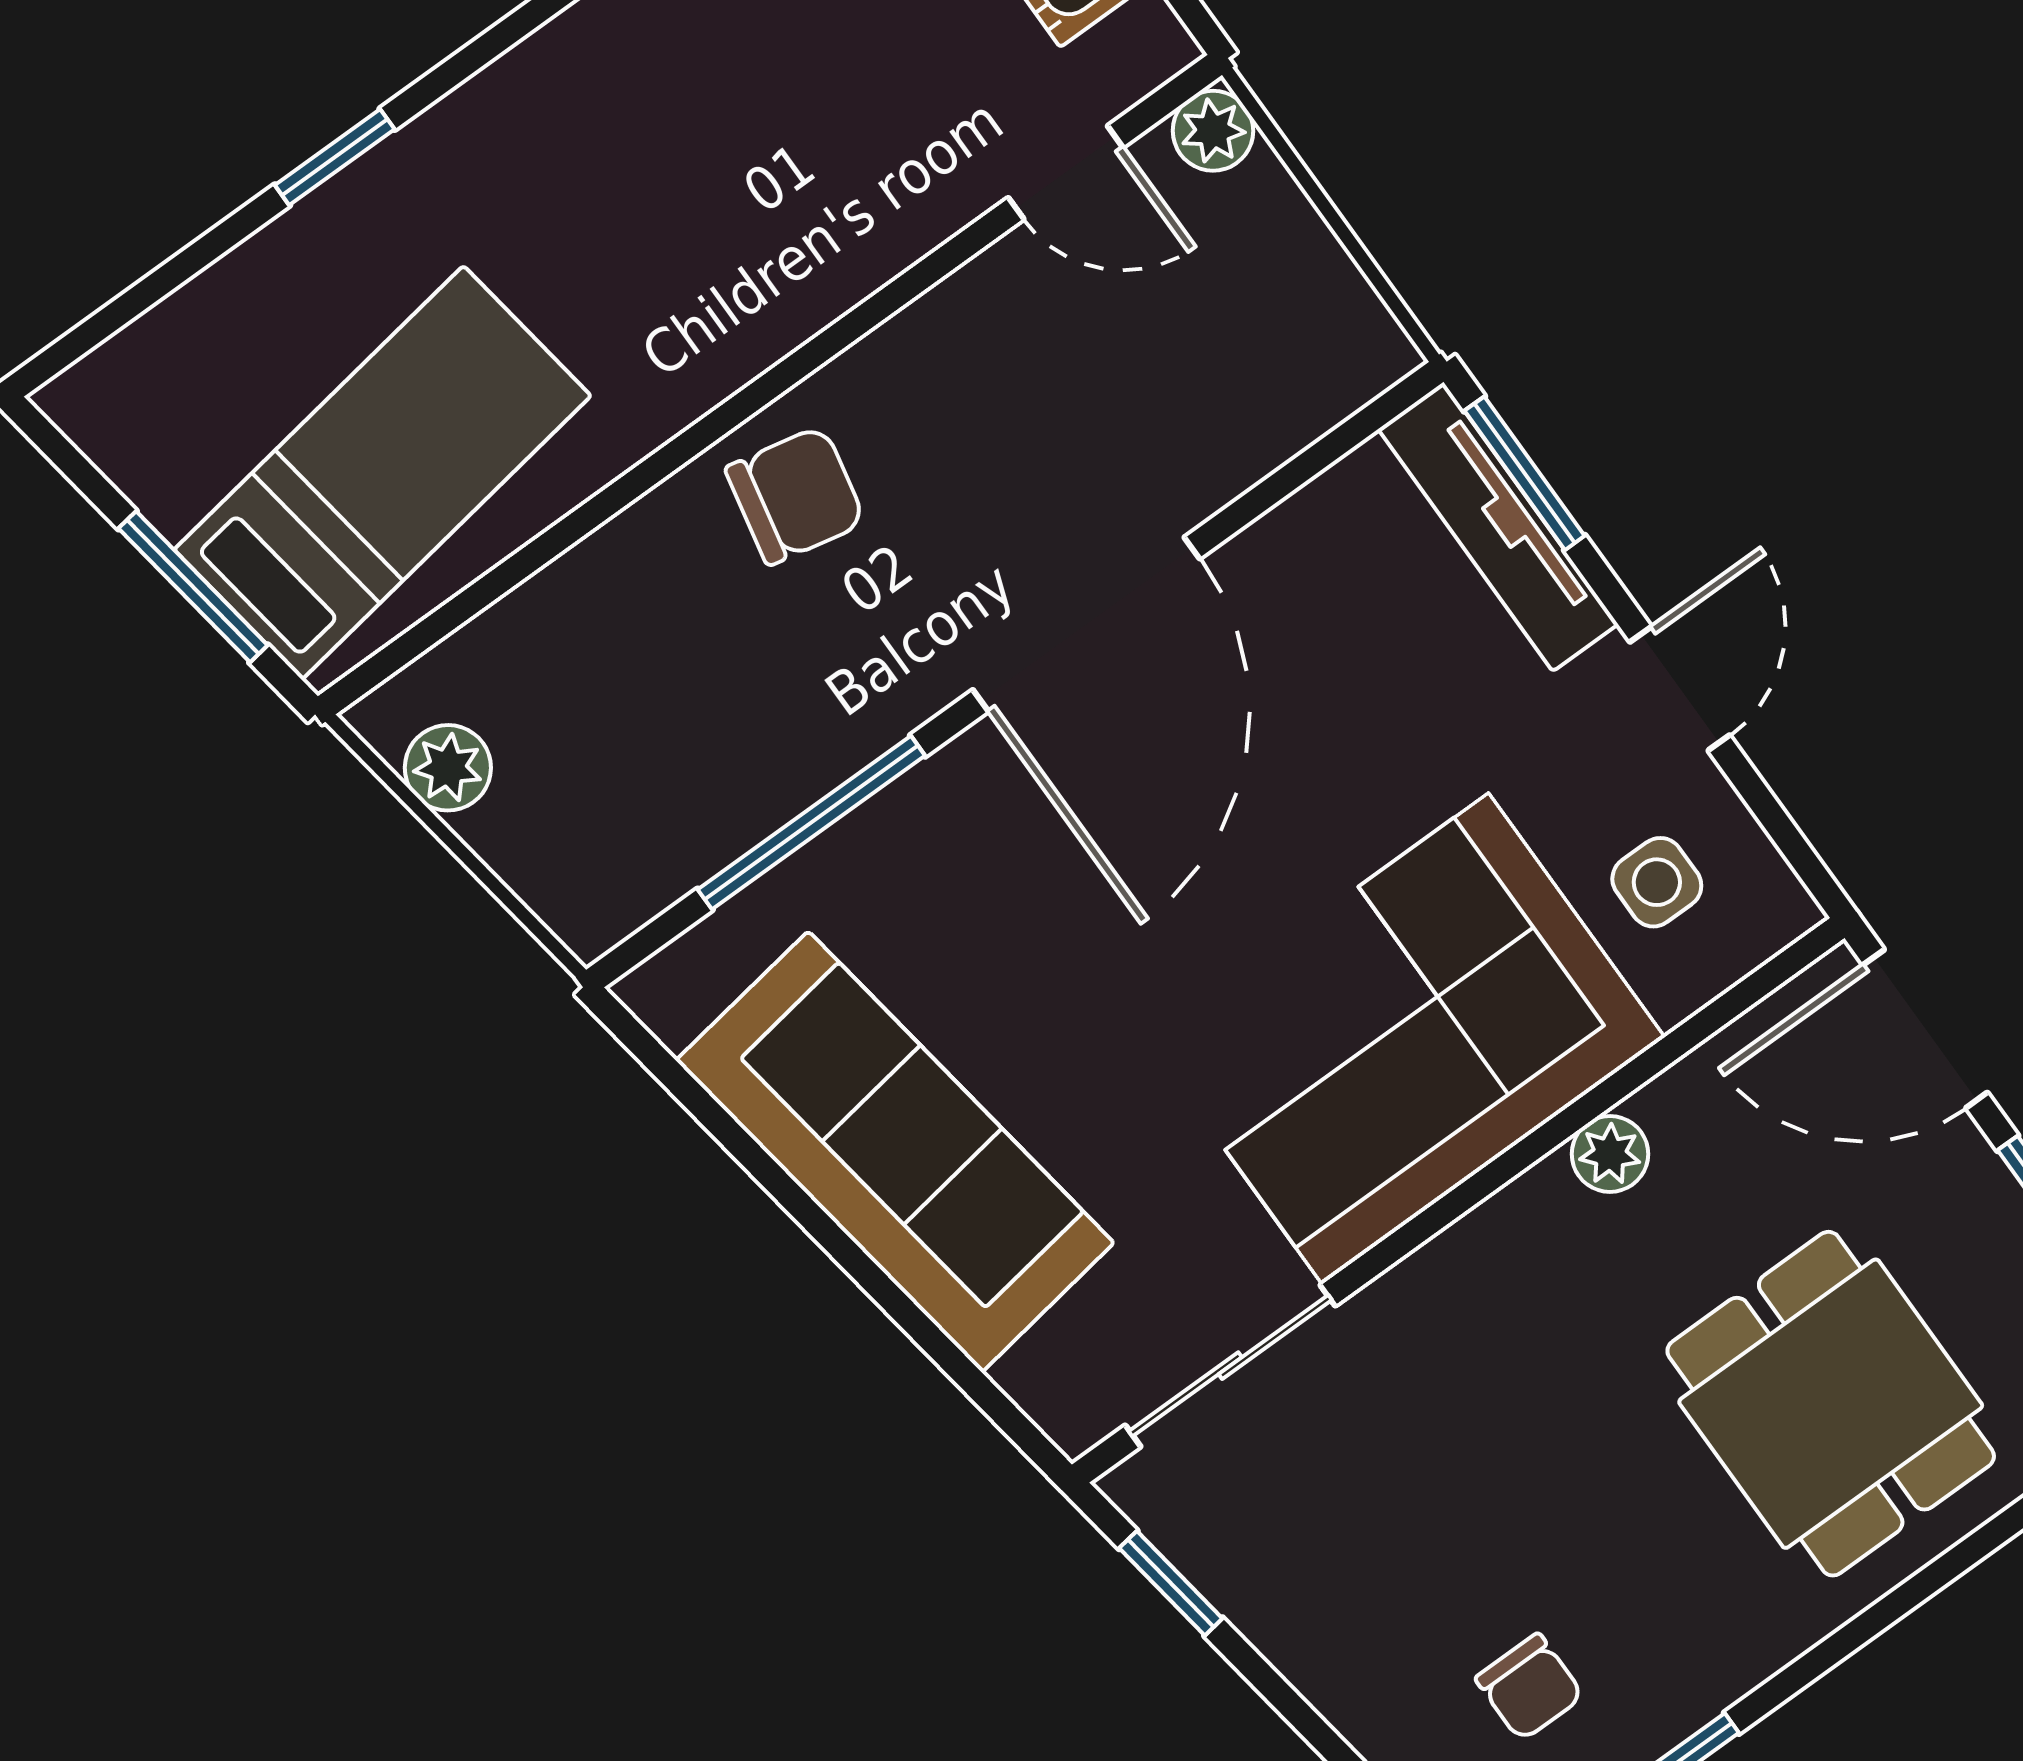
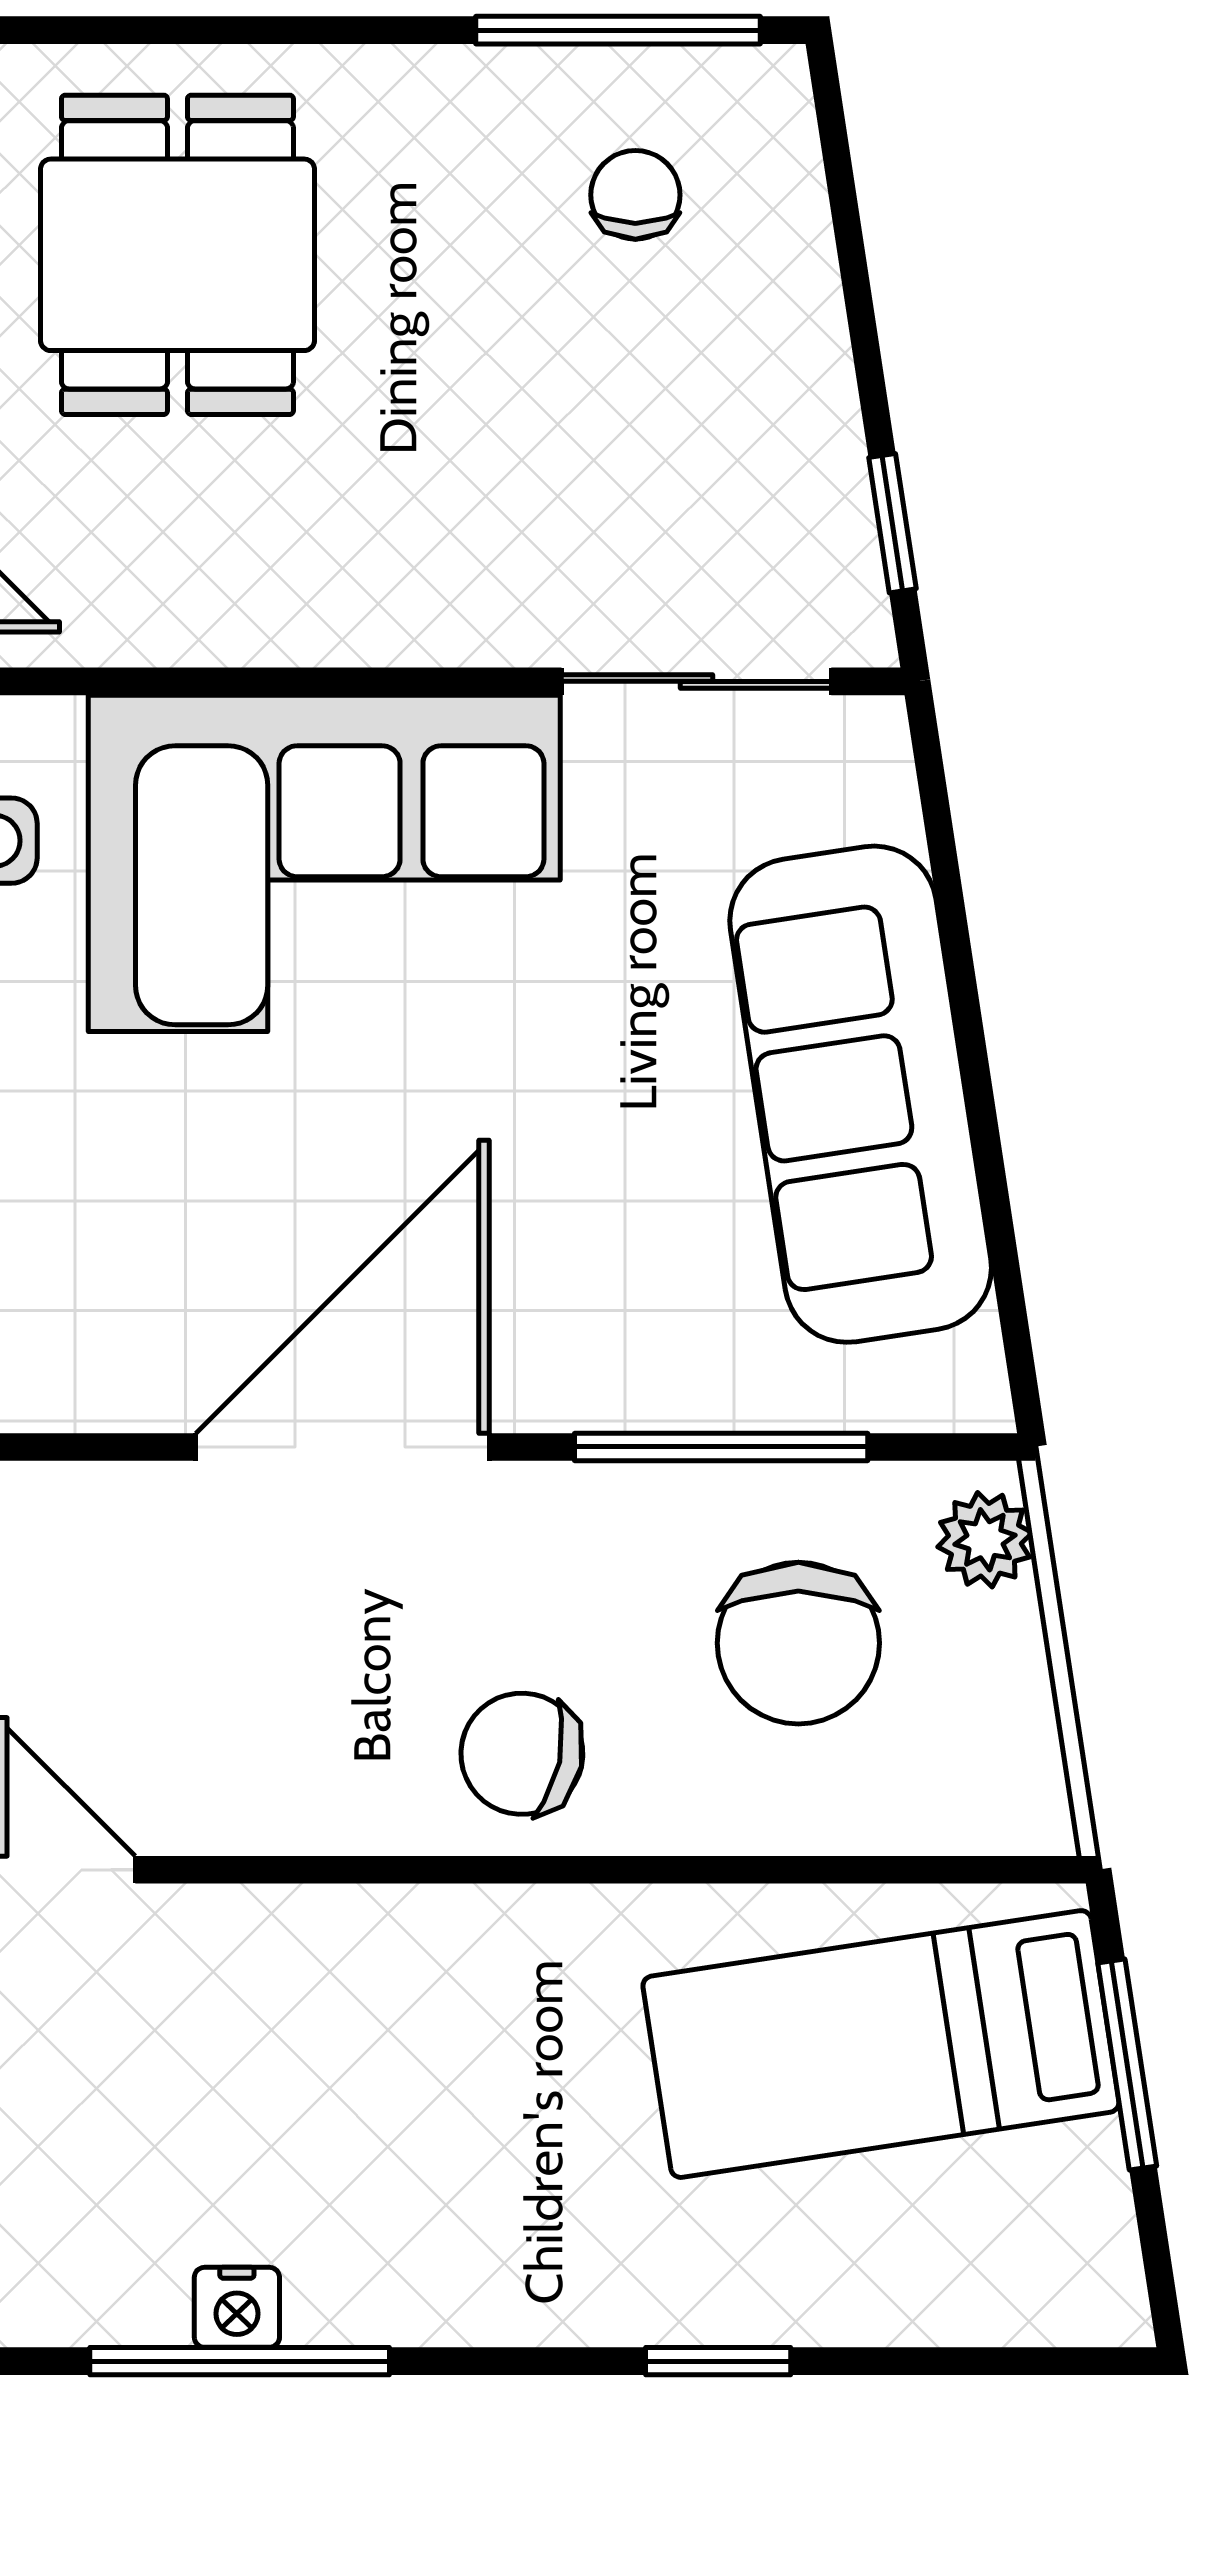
chair: (653, 721) -> (798, 1643), added
plant: (448, 768) -> (985, 1540), moved
plant: (1610, 1154) -> (214, 625), removed

